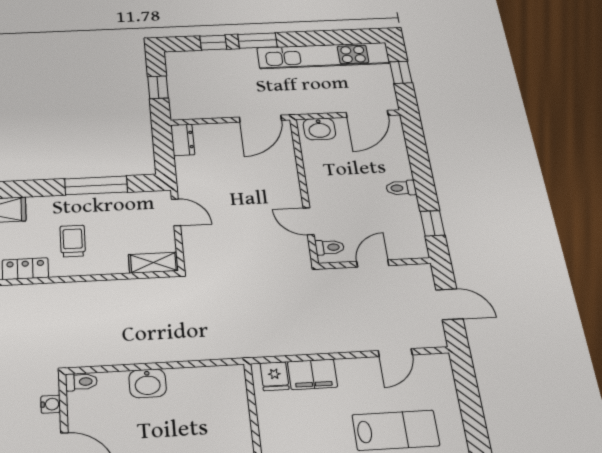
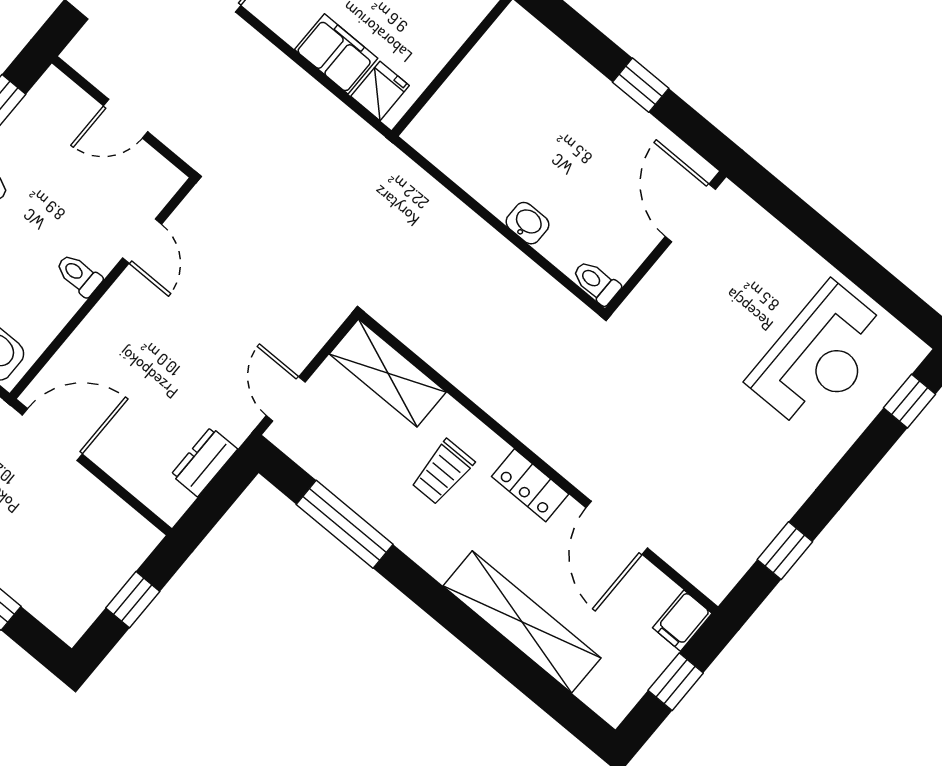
dresser: (183, 140) -> (204, 462), moved
toilet: (330, 247) -> (79, 275), moved
shelving: (153, 263) -> (388, 373), width x1.50, depth x1.33
washbasin: (148, 383) -> (527, 223), width x0.72, depth x0.69
water cooler: (51, 404) -> (653, 287), removed

